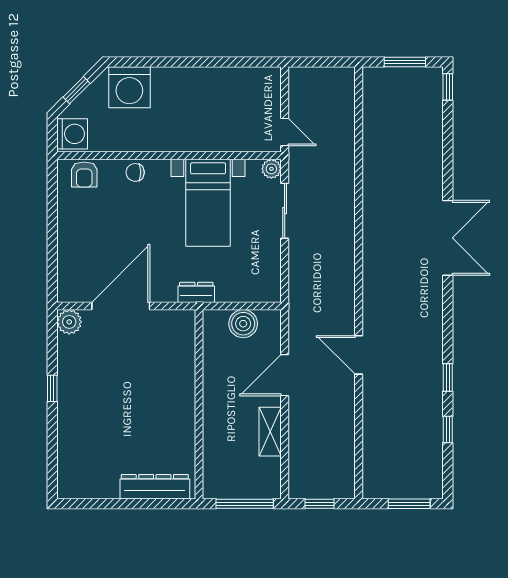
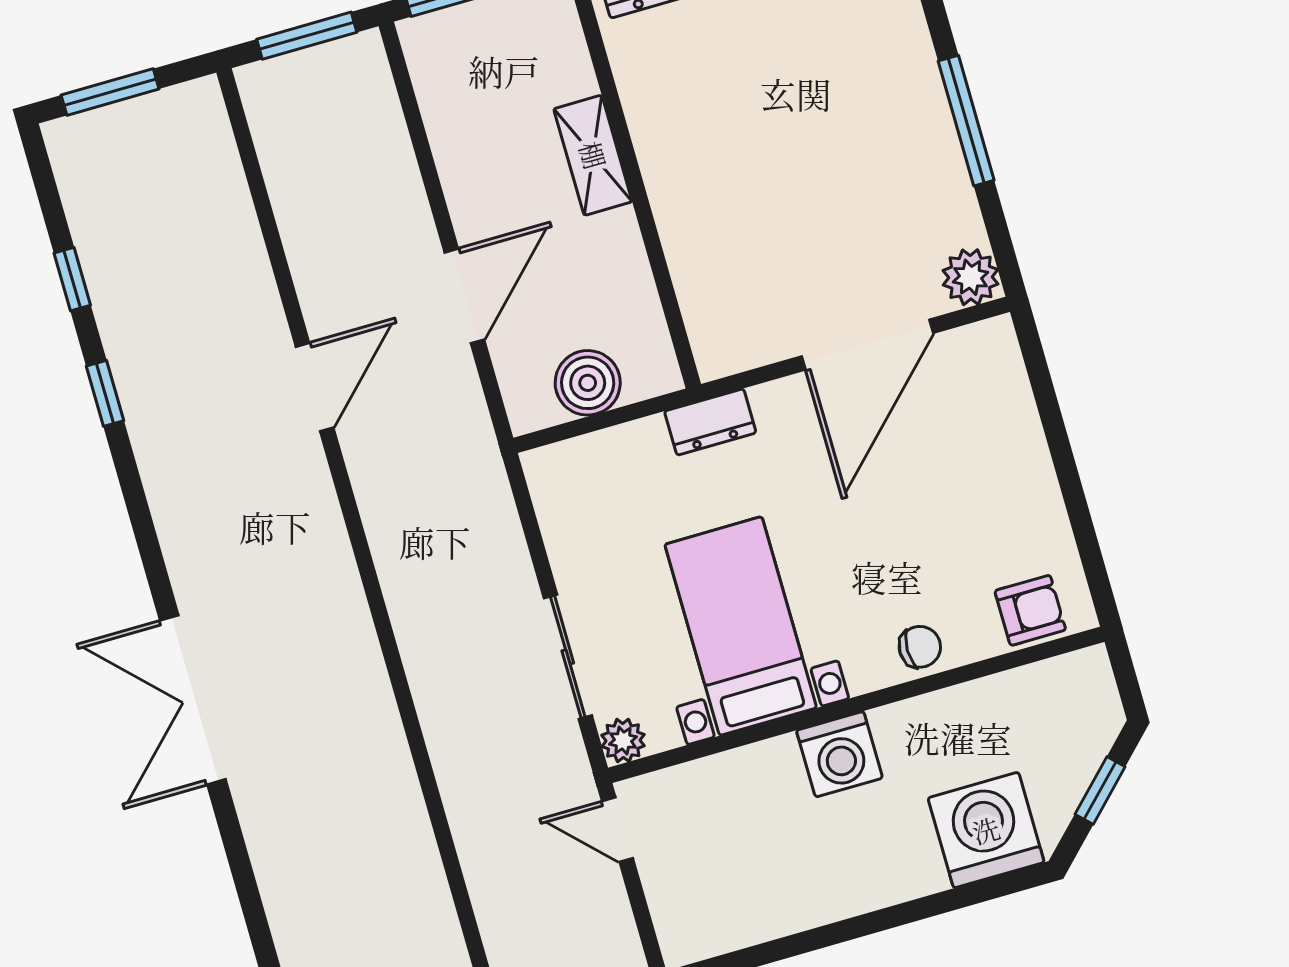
washing machine: (72, 134) -> (839, 754), moved, turned -90
armchair: (84, 174) -> (1030, 610), turned 90
door: (359, 355) -> (315, 387), hinge flipped
window: (52, 388) -> (966, 121), width x2.17
shelving: (270, 432) -> (593, 155), moved
window: (320, 504) -> (307, 36), width x1.50

